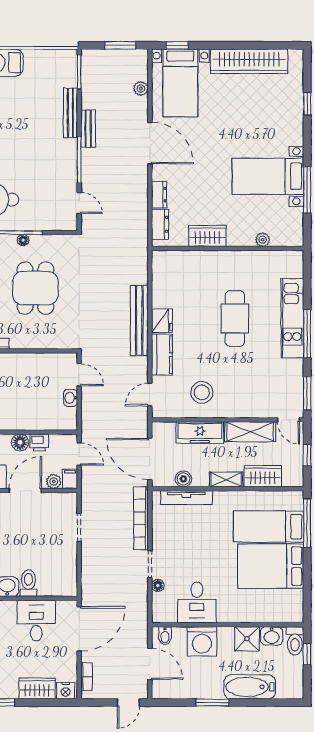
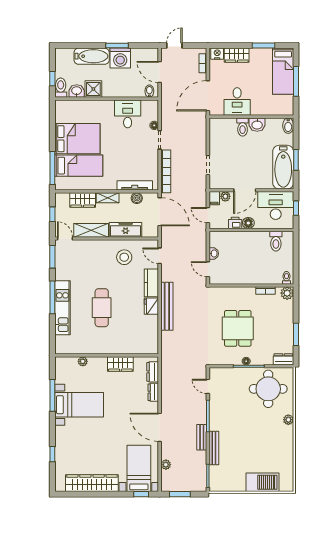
door: (150, 395) -> (160, 256), swing flipped
washing machine: (202, 641) -> (120, 58), moved, turned 180

